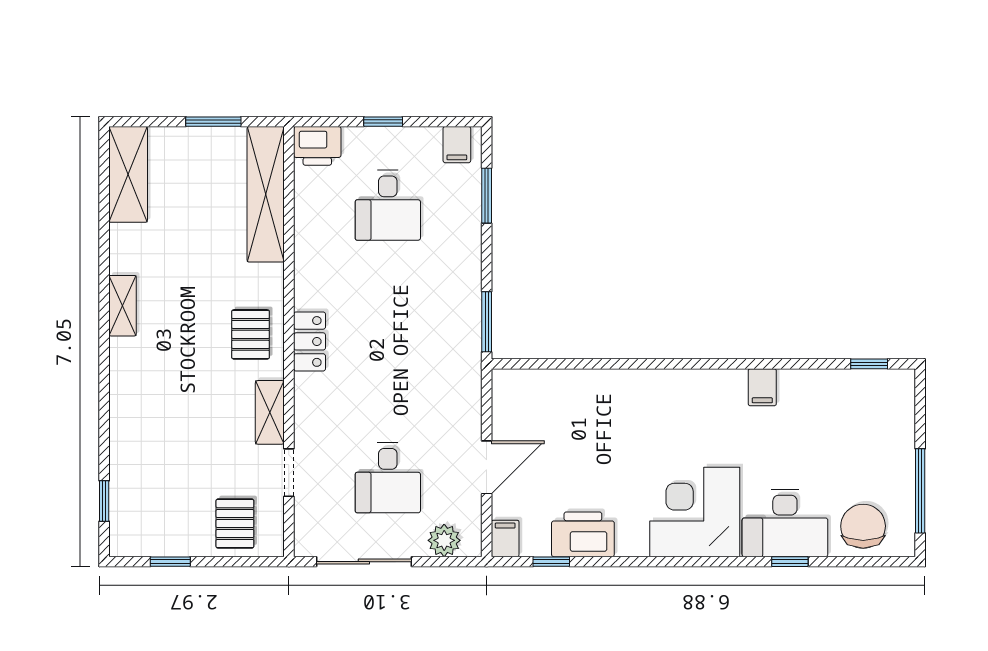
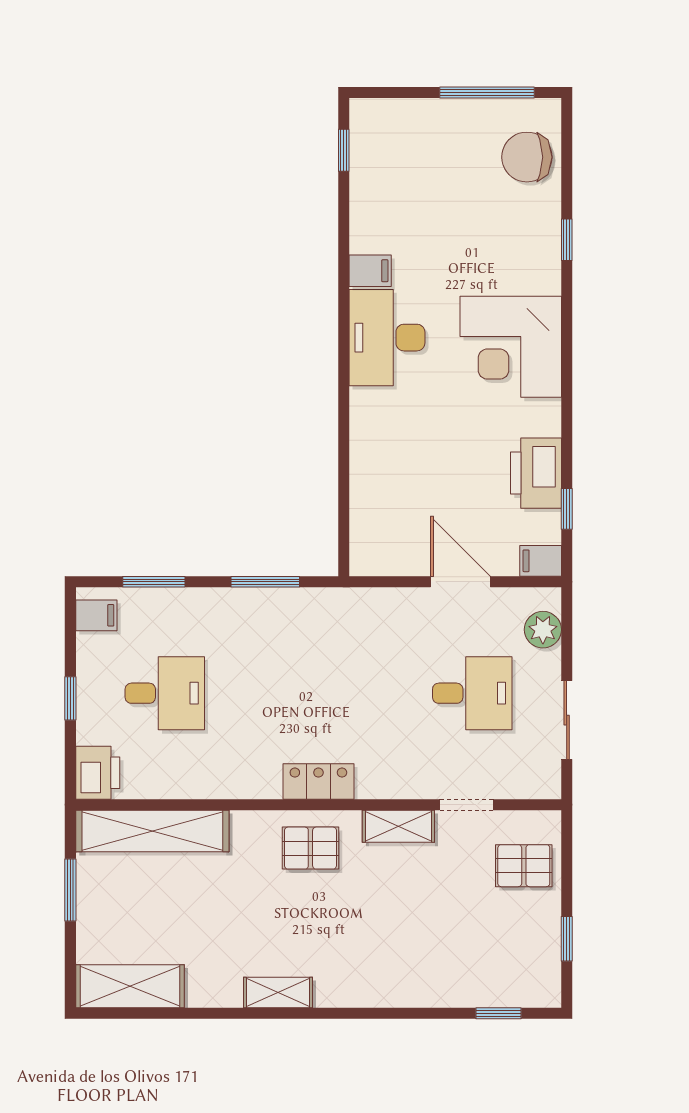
window: (487, 322) -> (265, 582), moved
desk: (785, 523) -> (387, 338), moved, turned 180
sliding door: (364, 562) -> (567, 720), width x0.73

